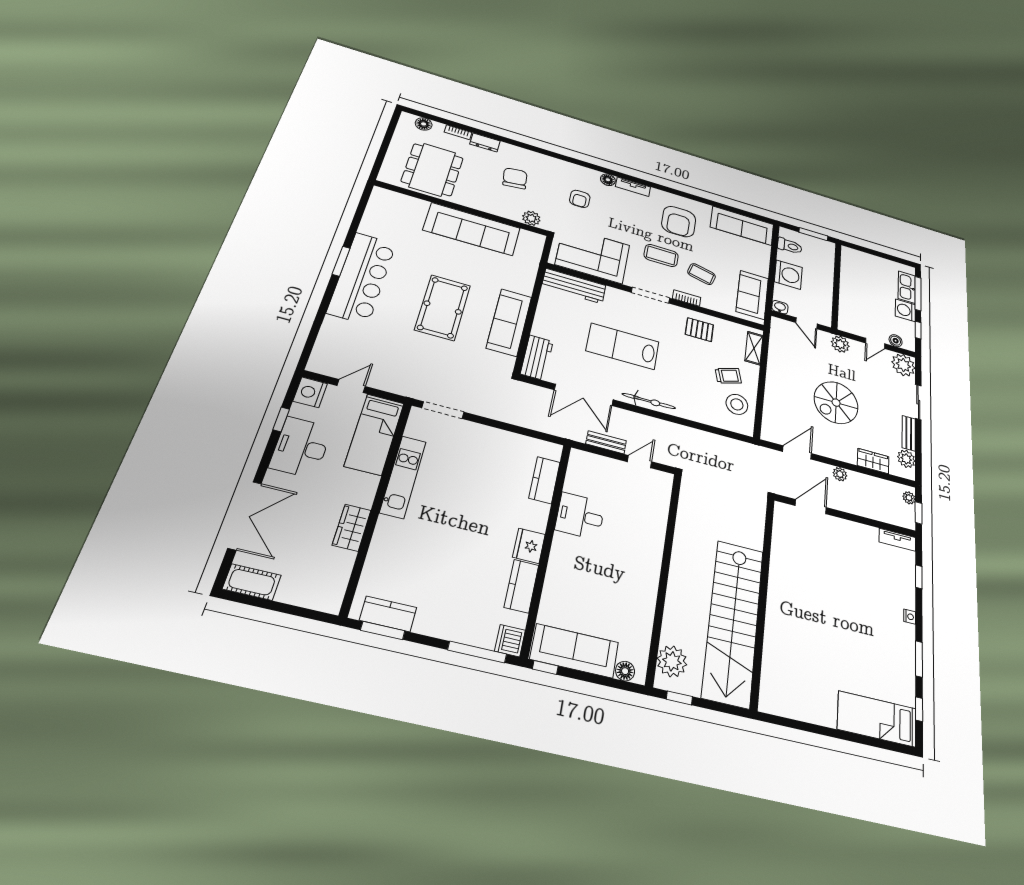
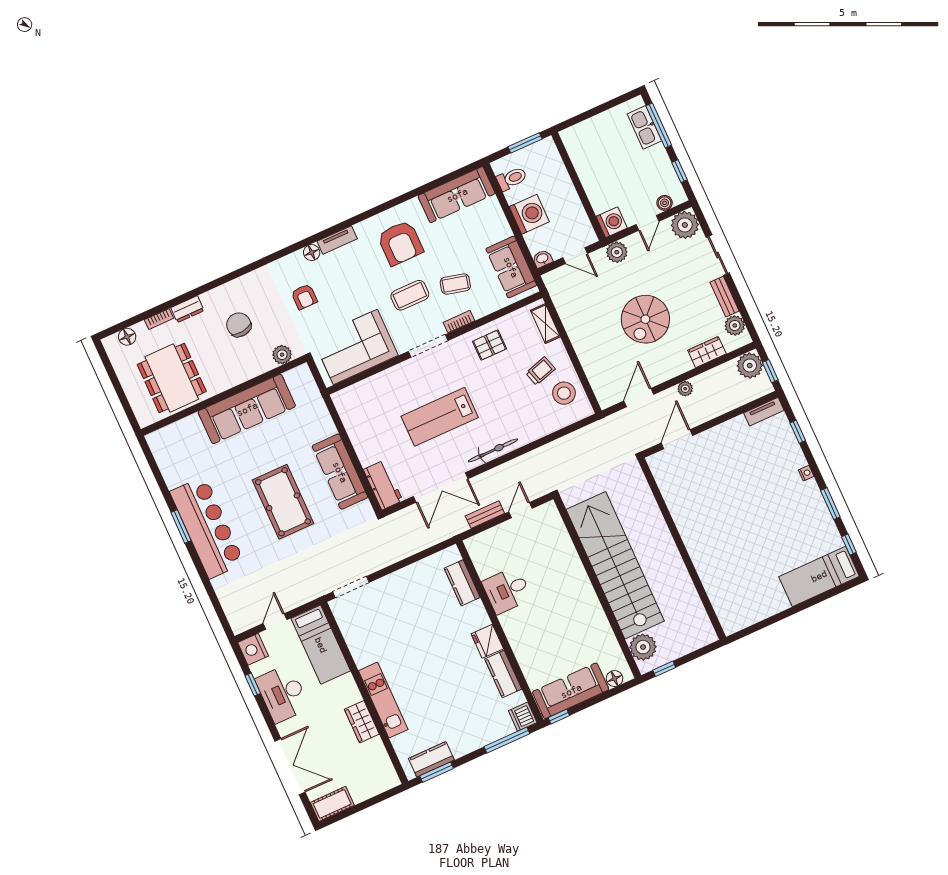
workbench: (574, 286) -> (363, 392), removed
washing machine: (905, 310) -> (612, 222), moved, turned 180
kitchen unit: (403, 477) -> (383, 700), moved
plant: (909, 498) -> (750, 366), width x1.88, depth x1.88
stairs: (733, 622) -> (615, 565), moved, turned 180

